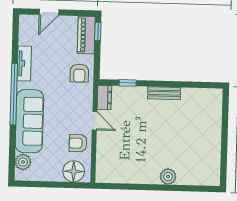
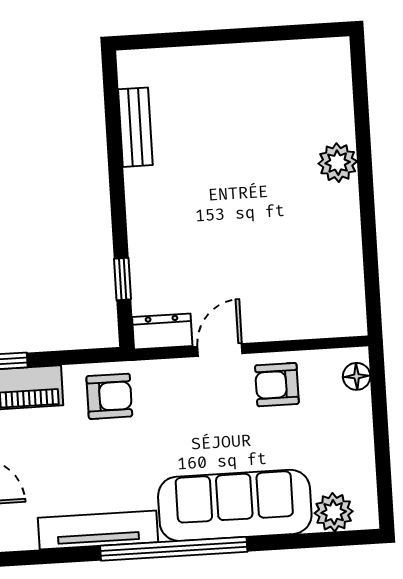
tv unit: (24, 63) -> (98, 530), width x1.41
bench: (164, 93) -> (135, 127), moved
armchair: (78, 143) -> (277, 385), turned 90
floor lamp: (74, 171) -> (357, 376), width x0.53, depth x0.53

